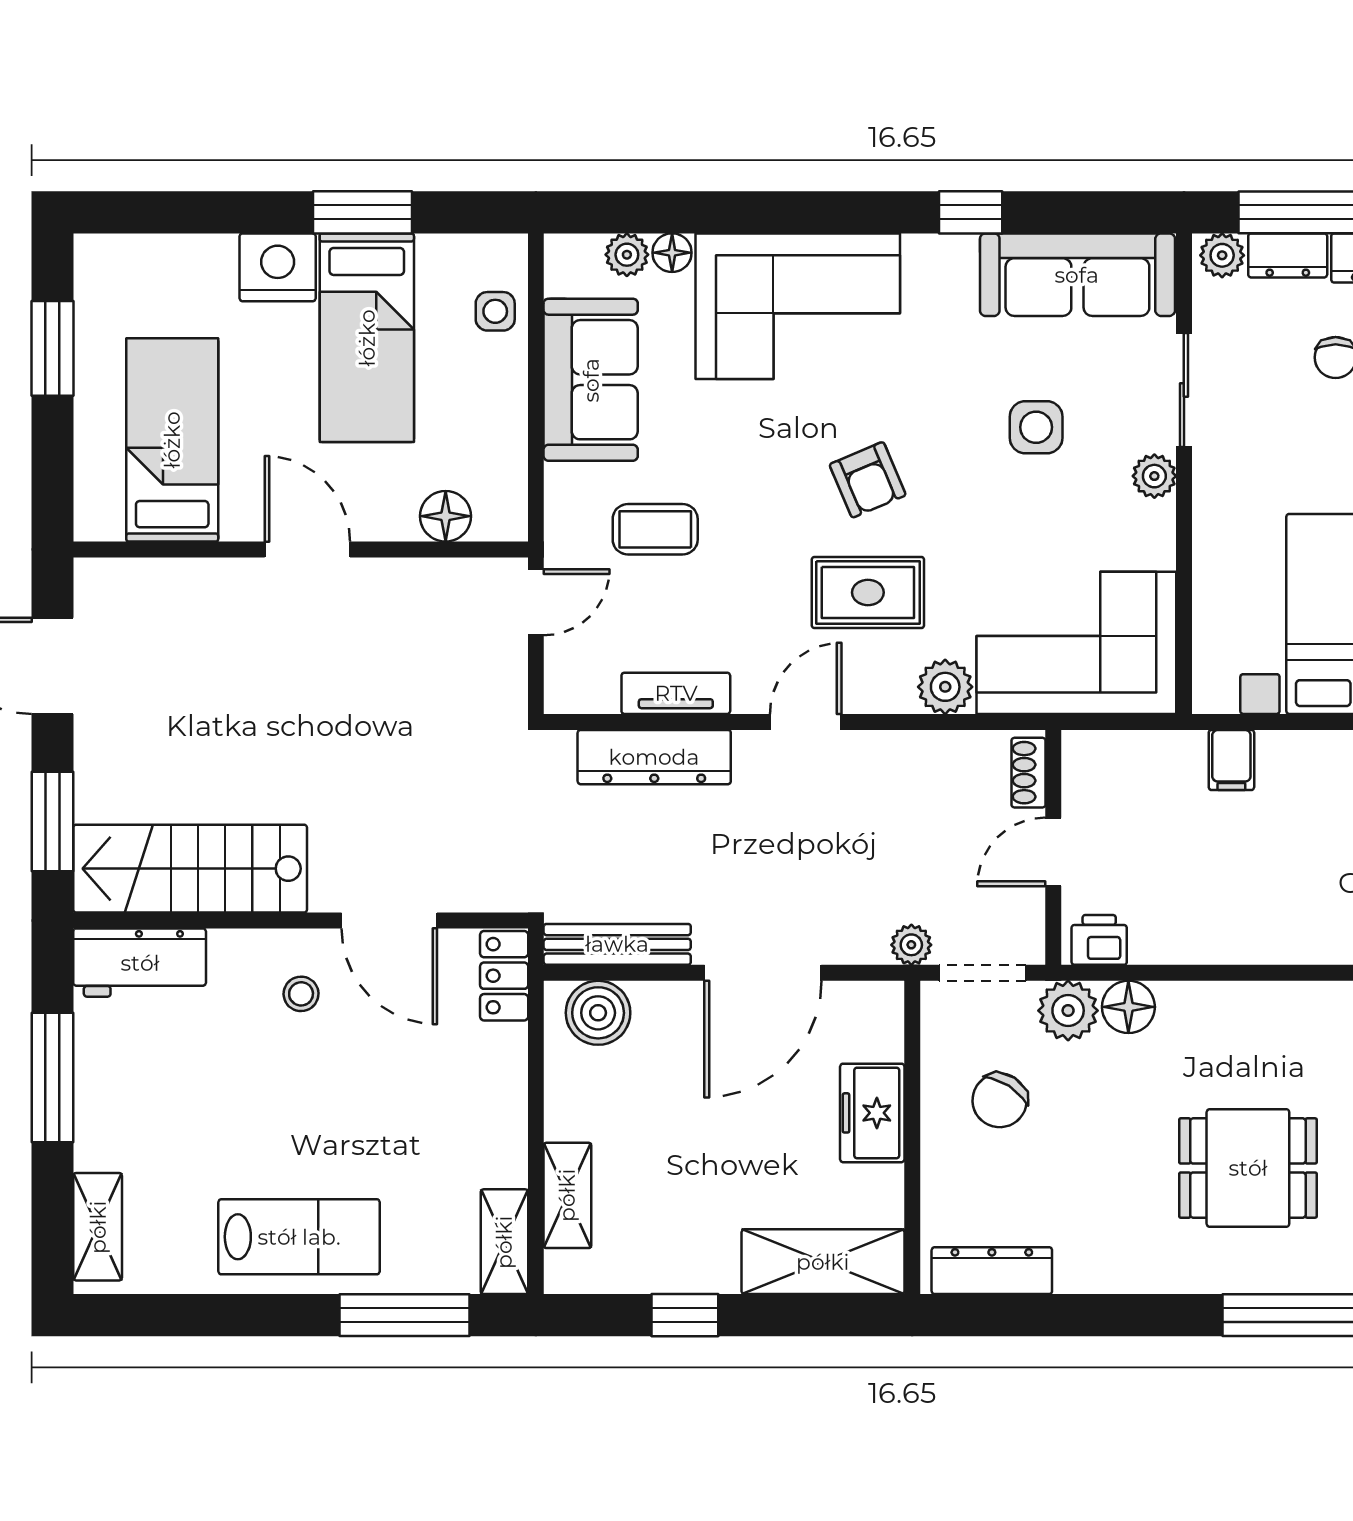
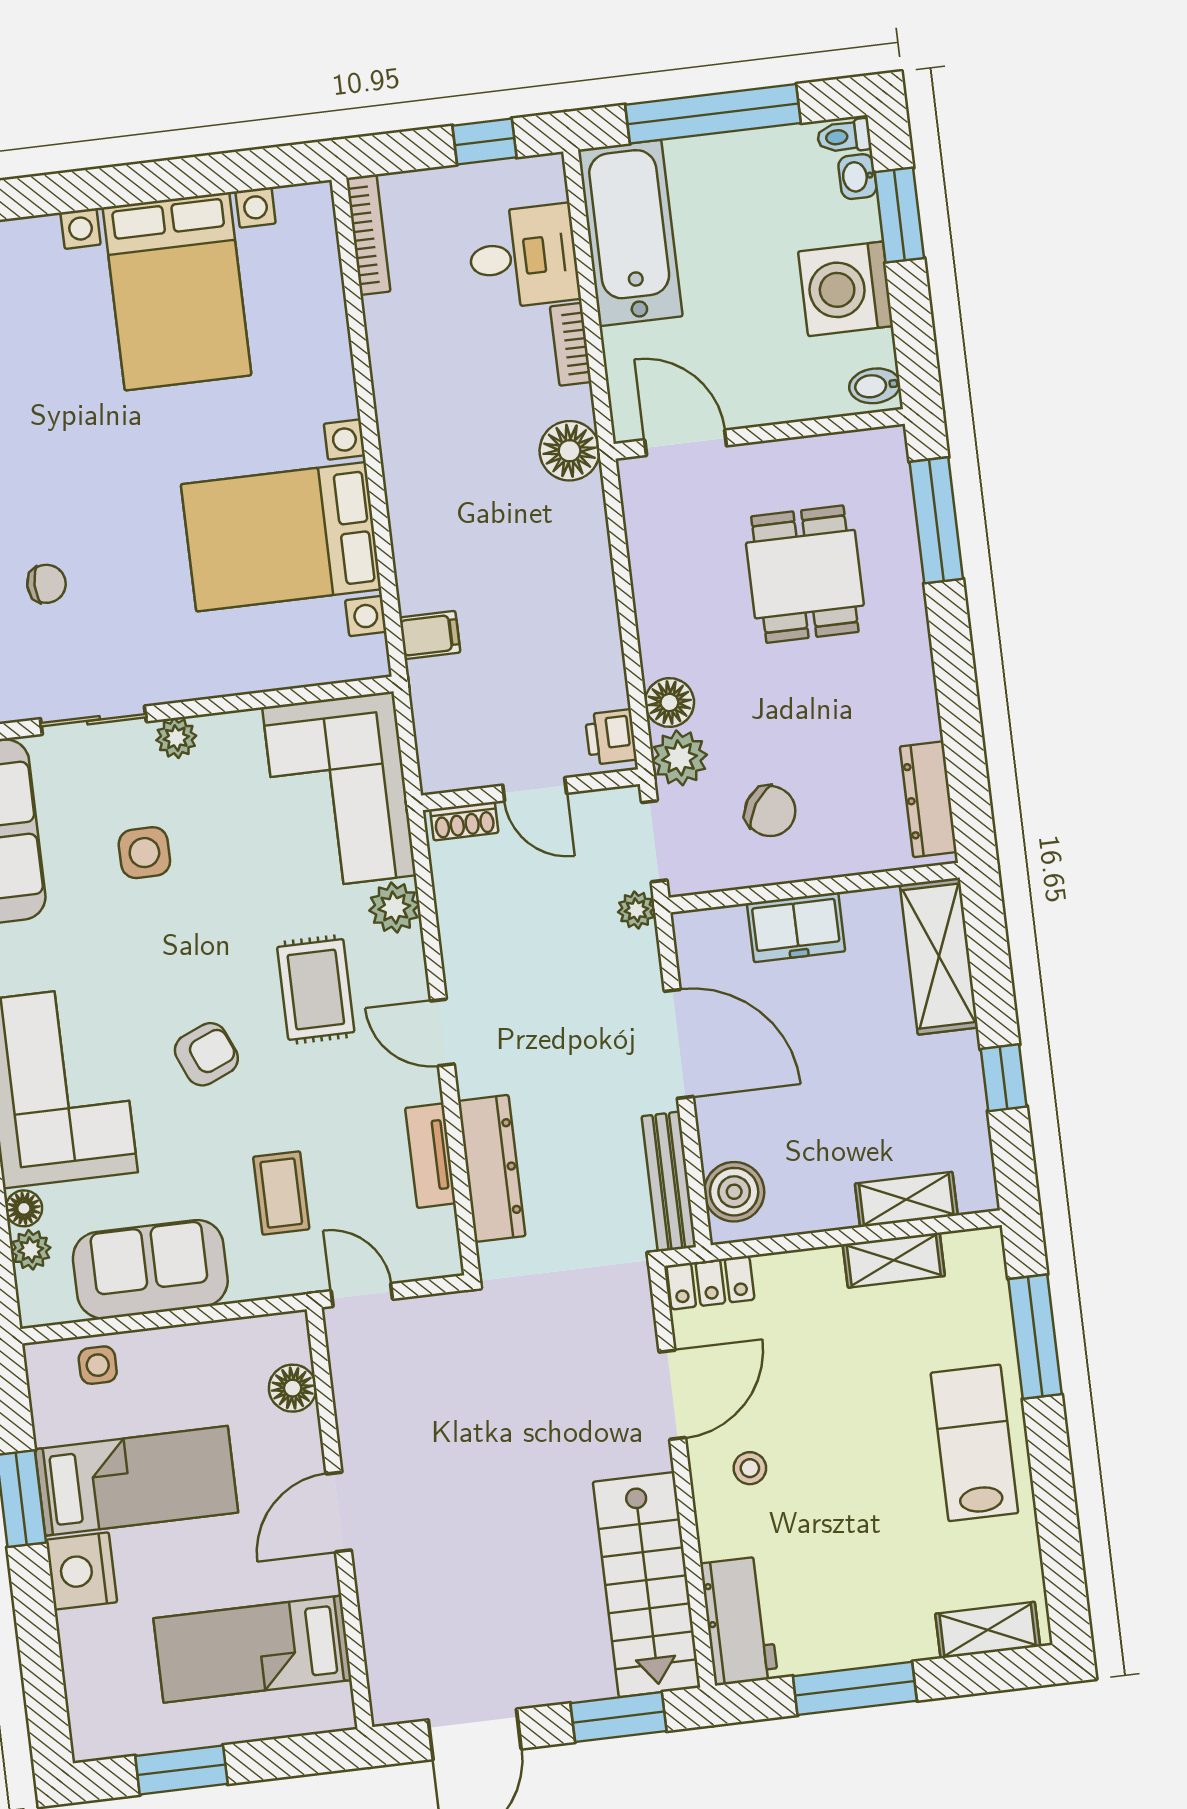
armchair: (868, 480) -> (206, 1054), moved
shelving: (504, 1242) -> (894, 1260), moved

